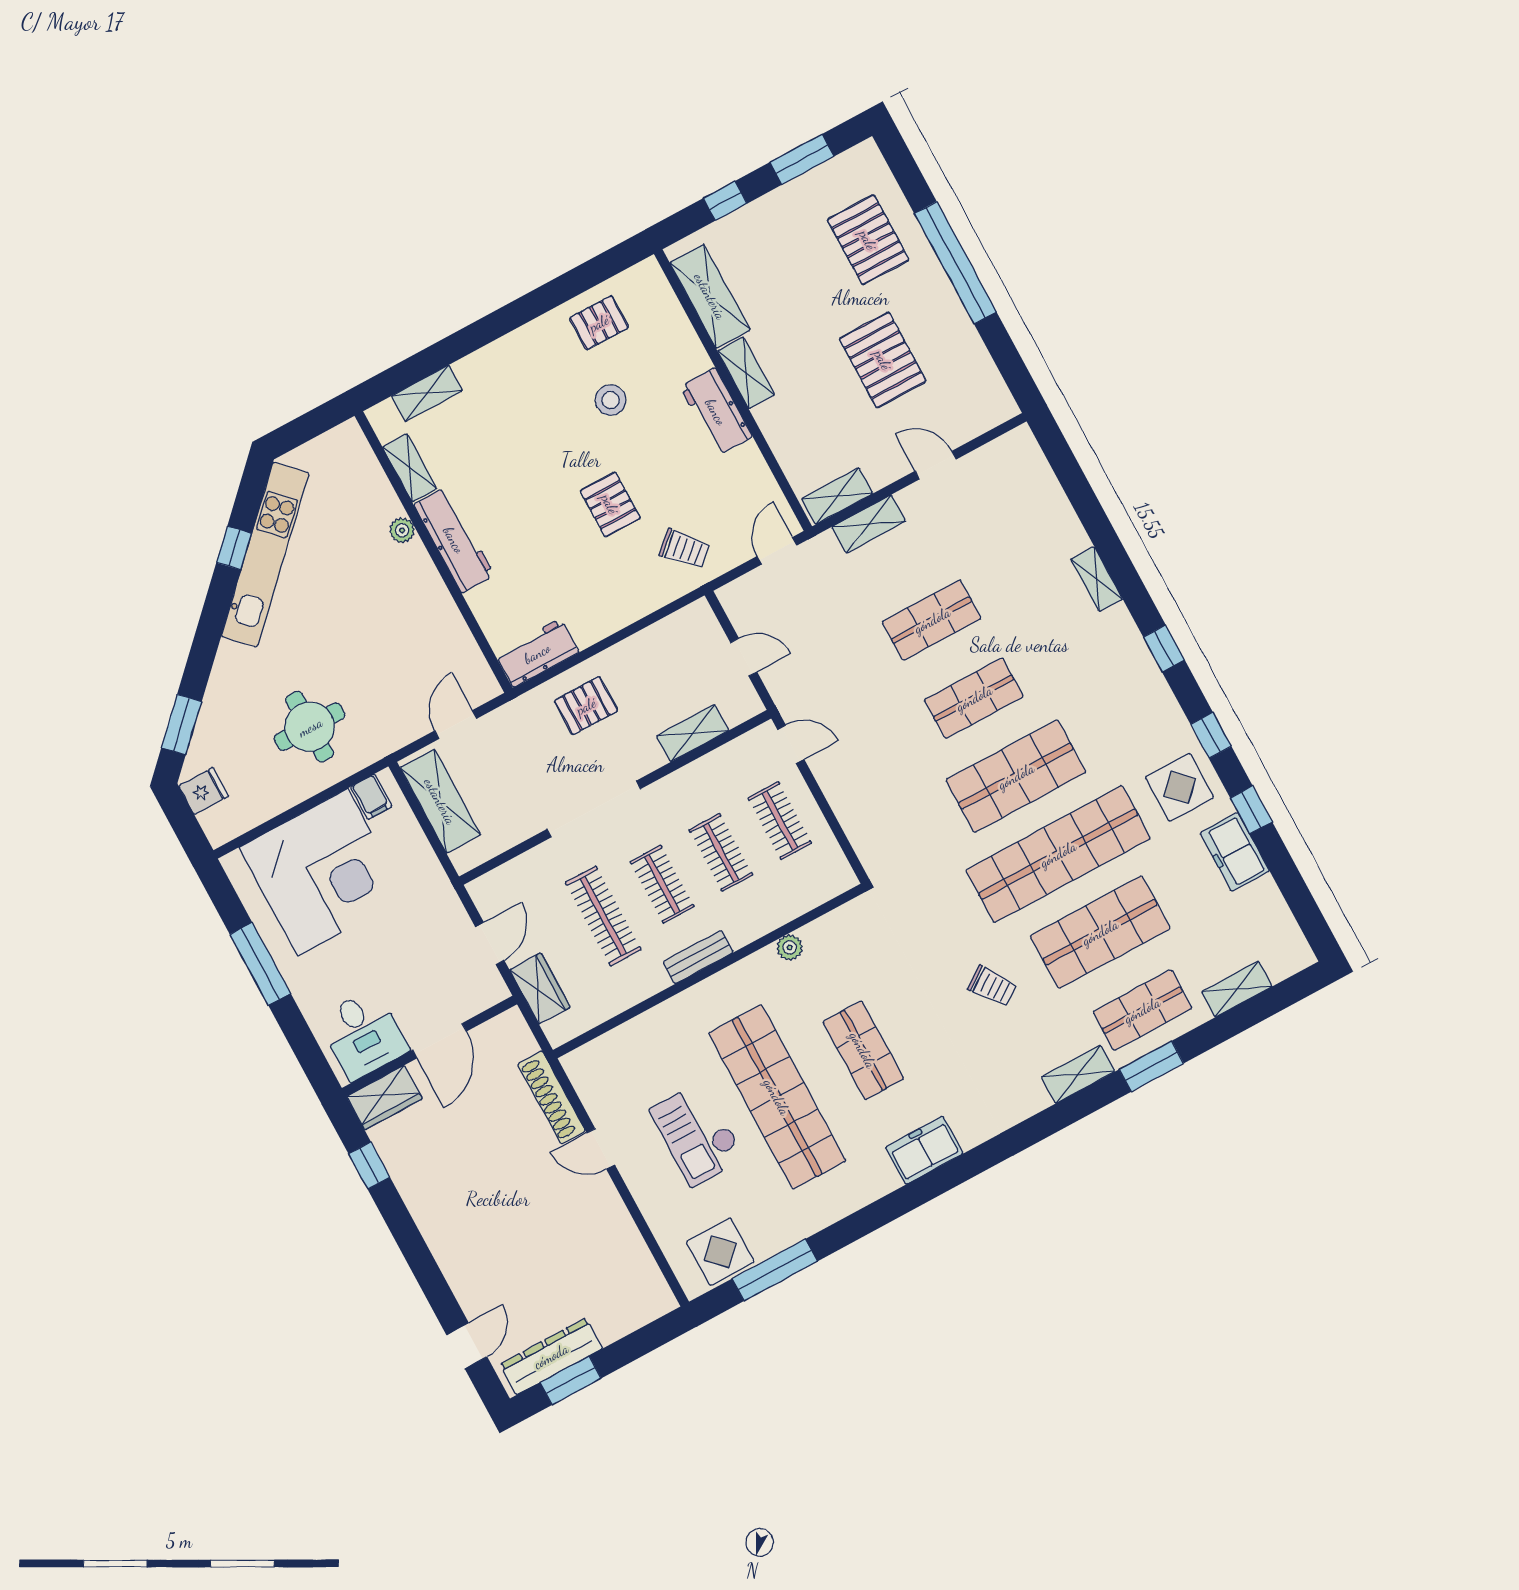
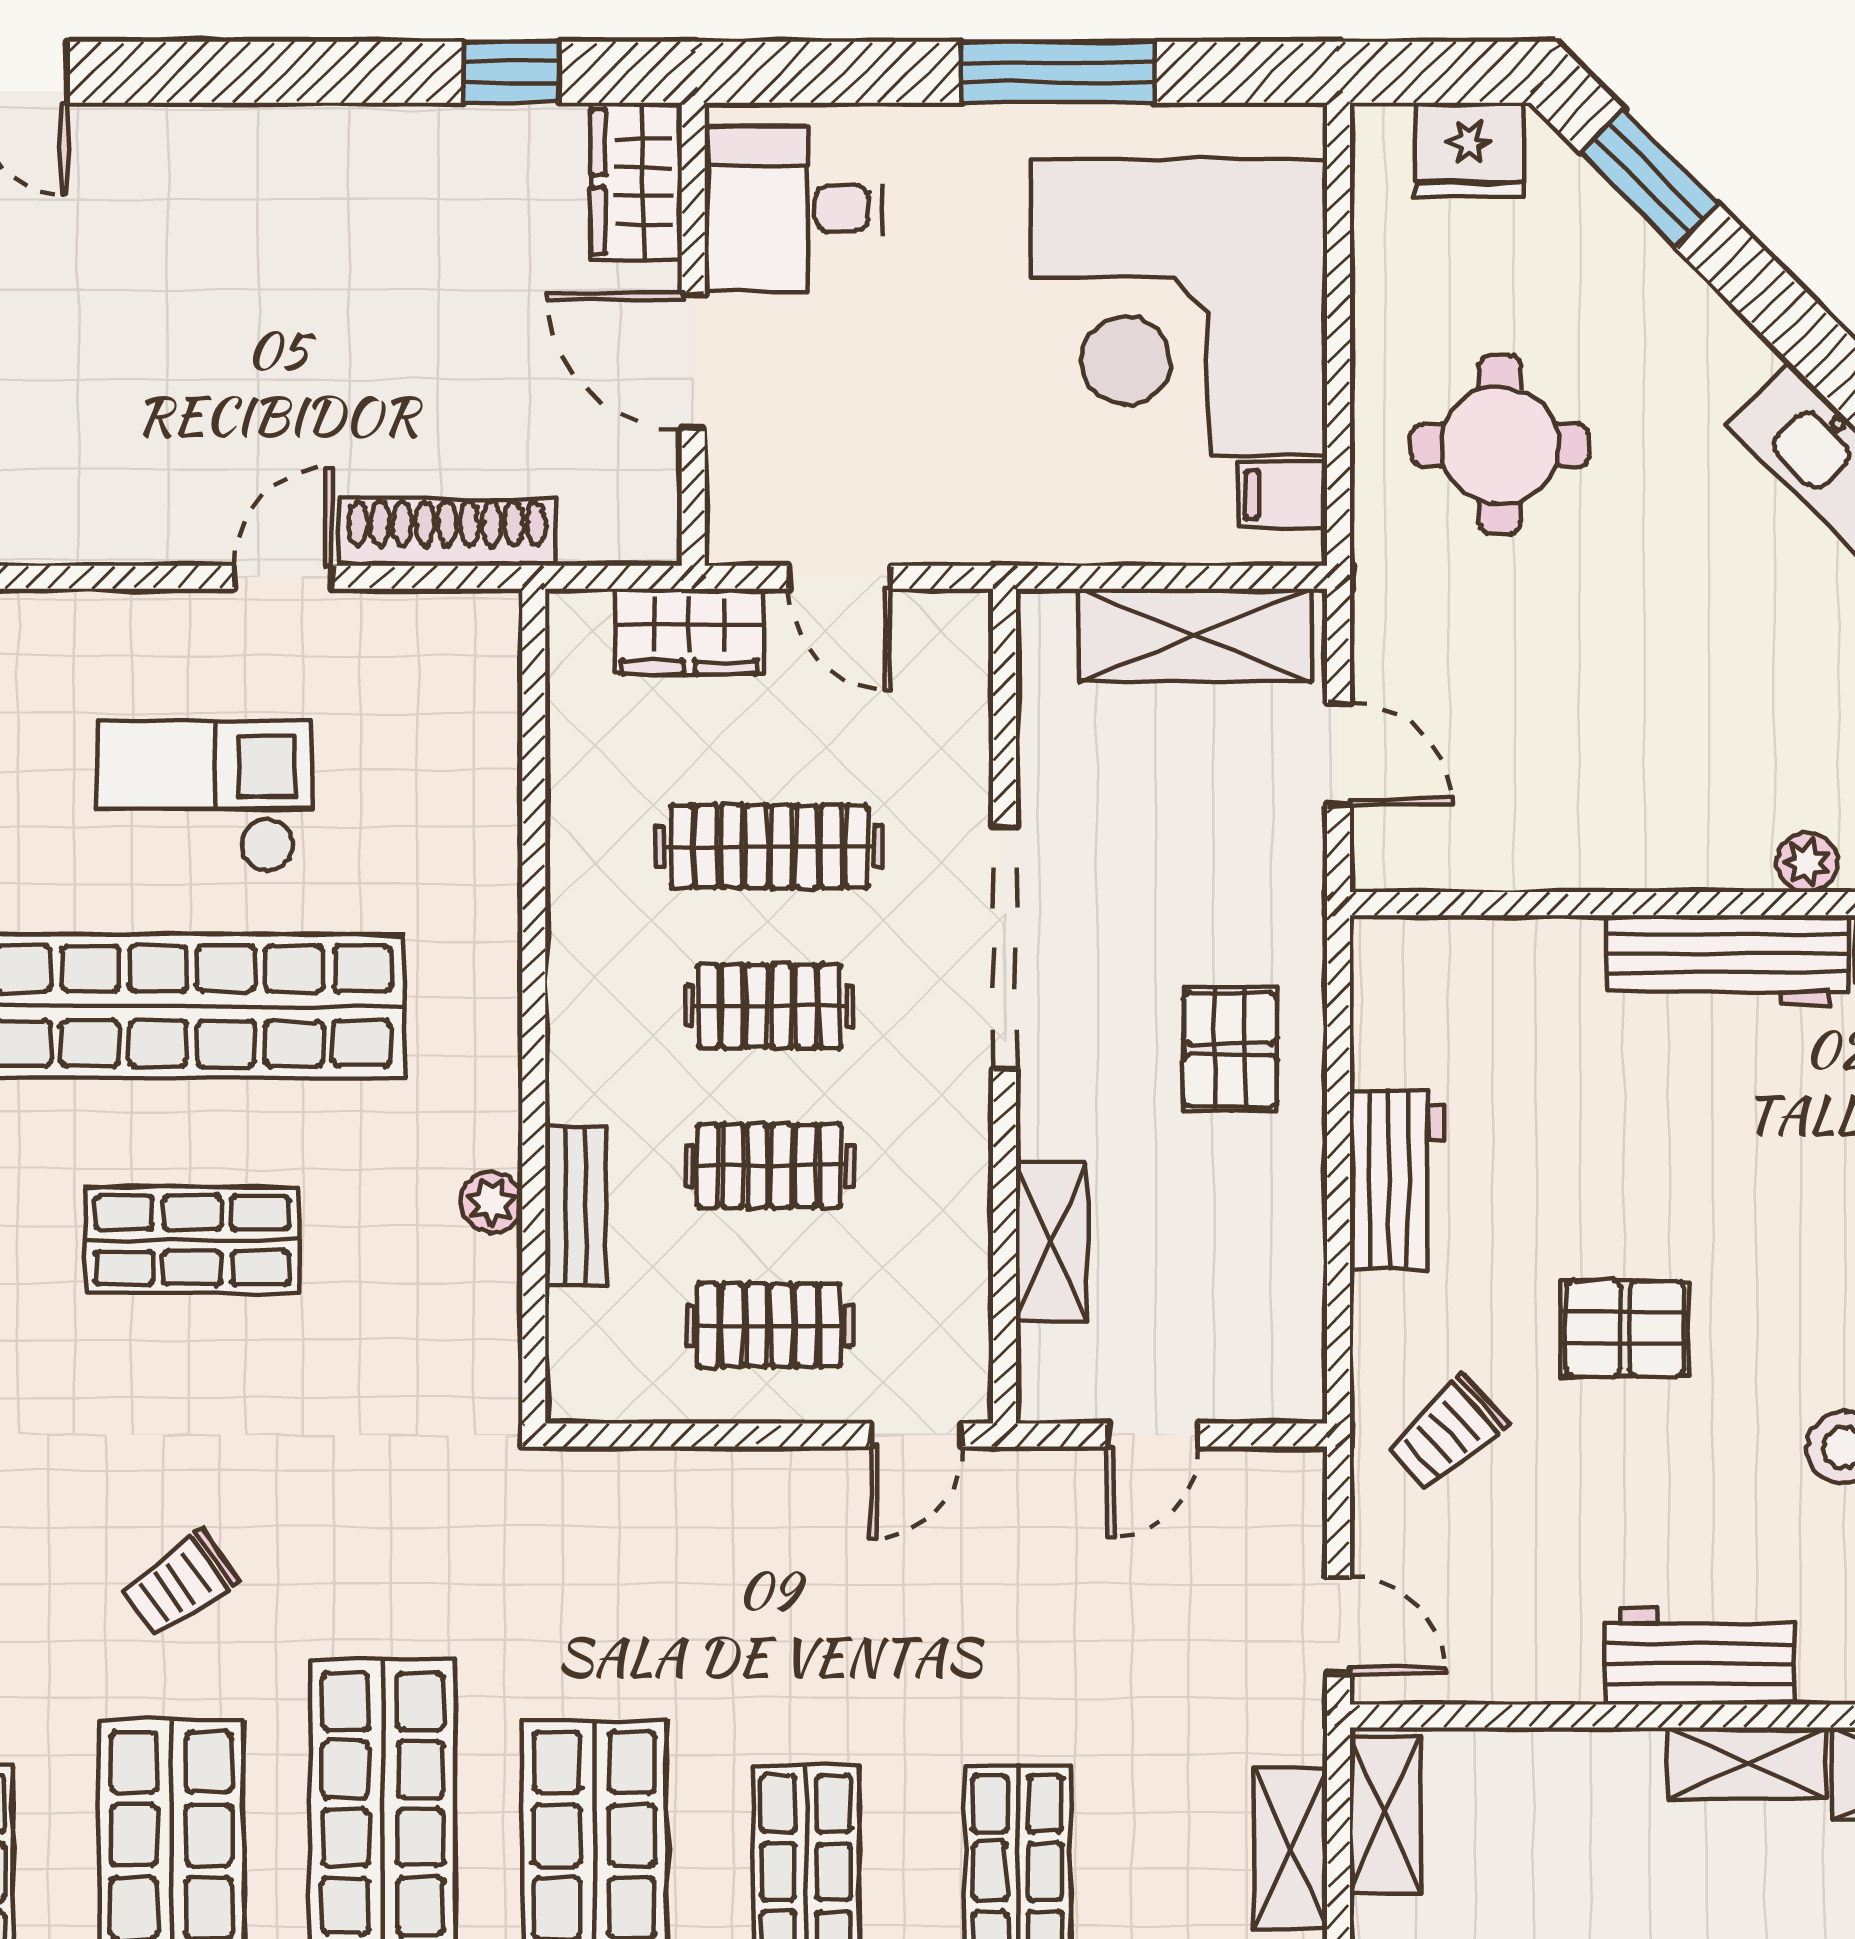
workbench: (537, 653) -> (1396, 1180), moved
fridge: (204, 791) -> (1470, 150), width x1.38
bench: (698, 957) -> (575, 1206), moved

